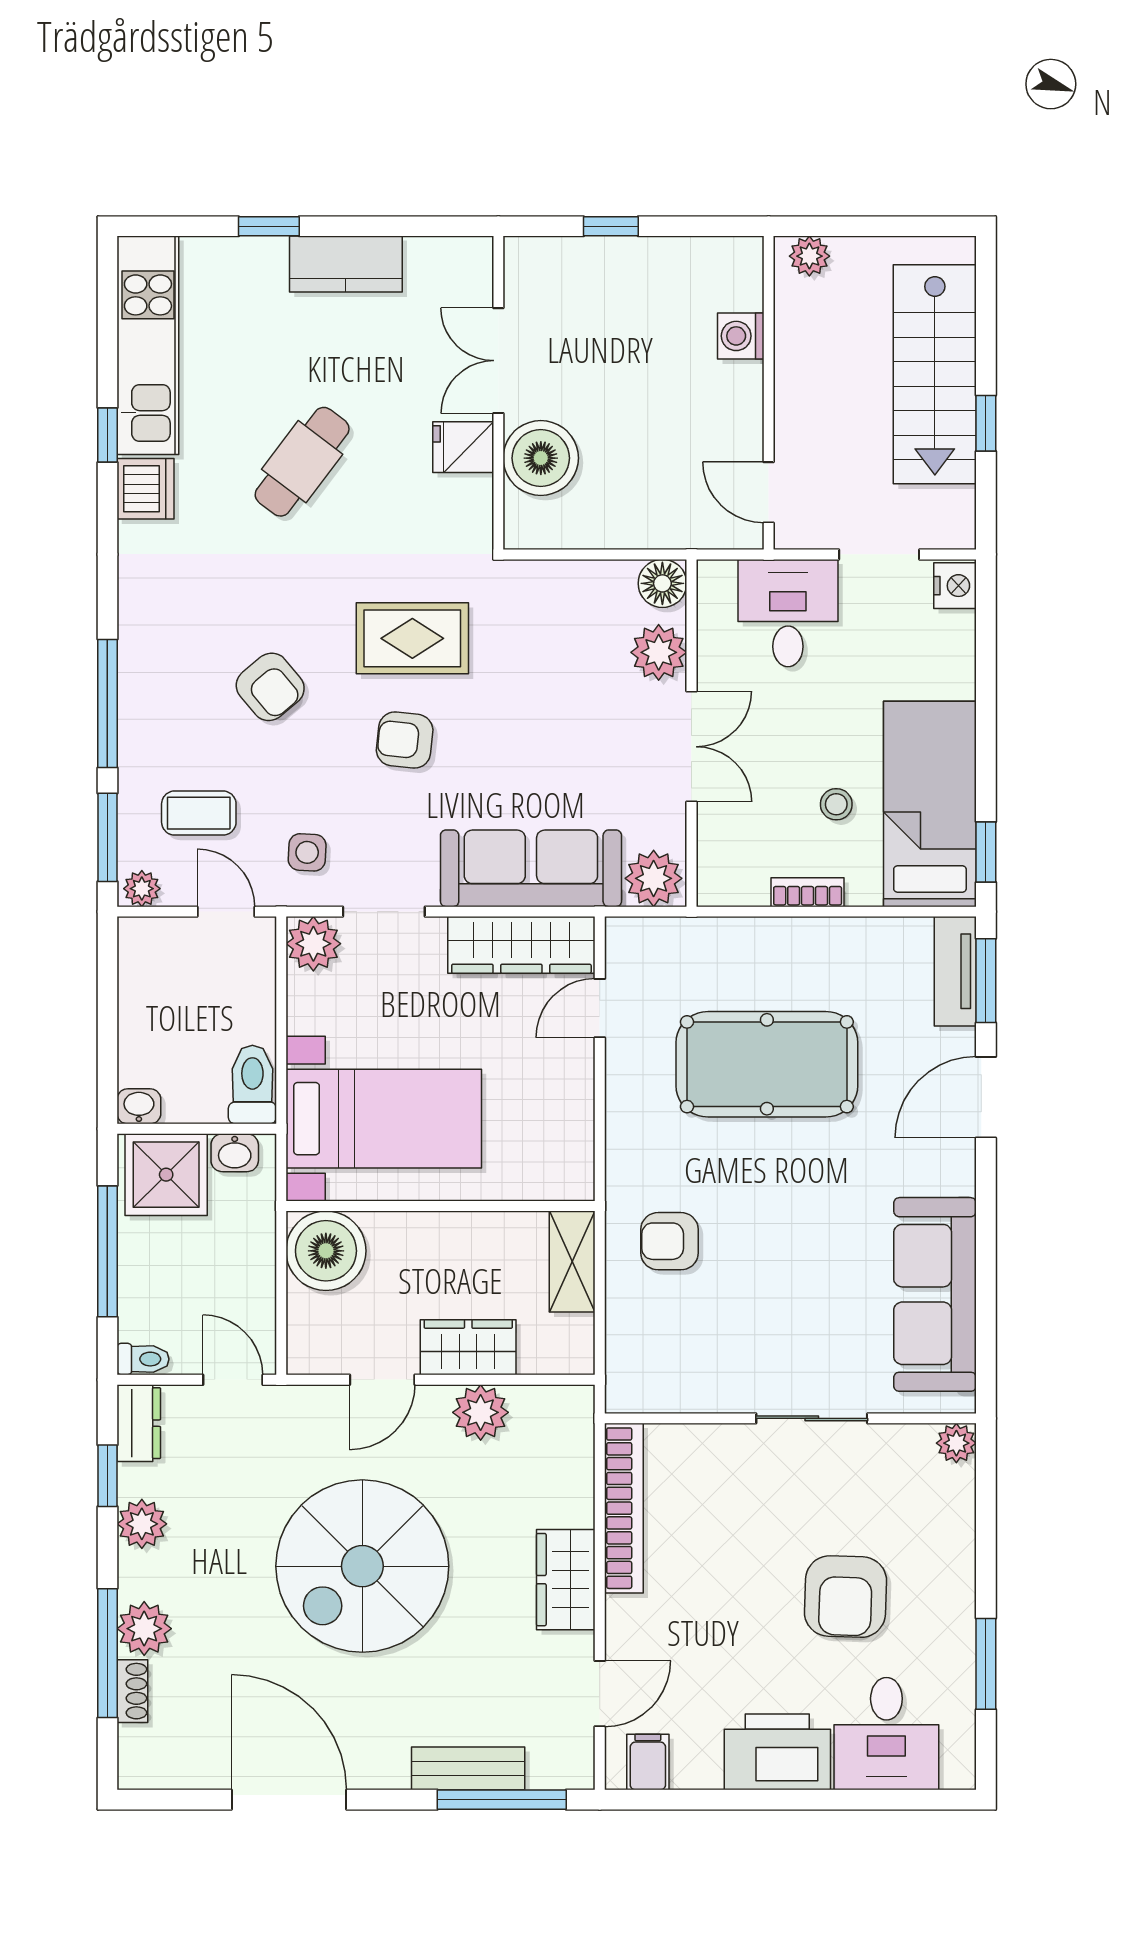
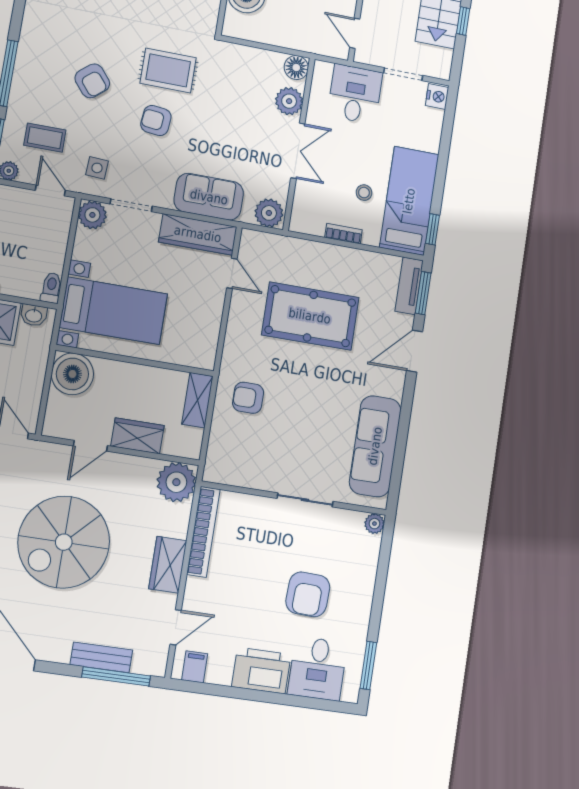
sofa: (531, 868) -> (209, 197), width x0.73
door: (600, 1008) -> (232, 273), swing flipped
toilet: (252, 1085) -> (51, 288), width x0.73, depth x0.72
plant: (481, 1412) -> (176, 482), moved, width x1.36, depth x1.36
window: (986, 1664) -> (368, 665), moved

